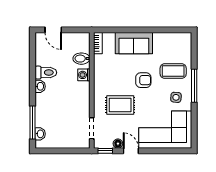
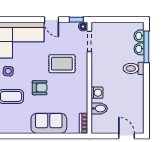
toilet: (46, 73) -> (134, 68), moved
armchair: (143, 80) -> (40, 88), turned 180
washbasin: (40, 86) -> (139, 49), moved
floor lamp: (118, 144) -> (83, 27), moved

